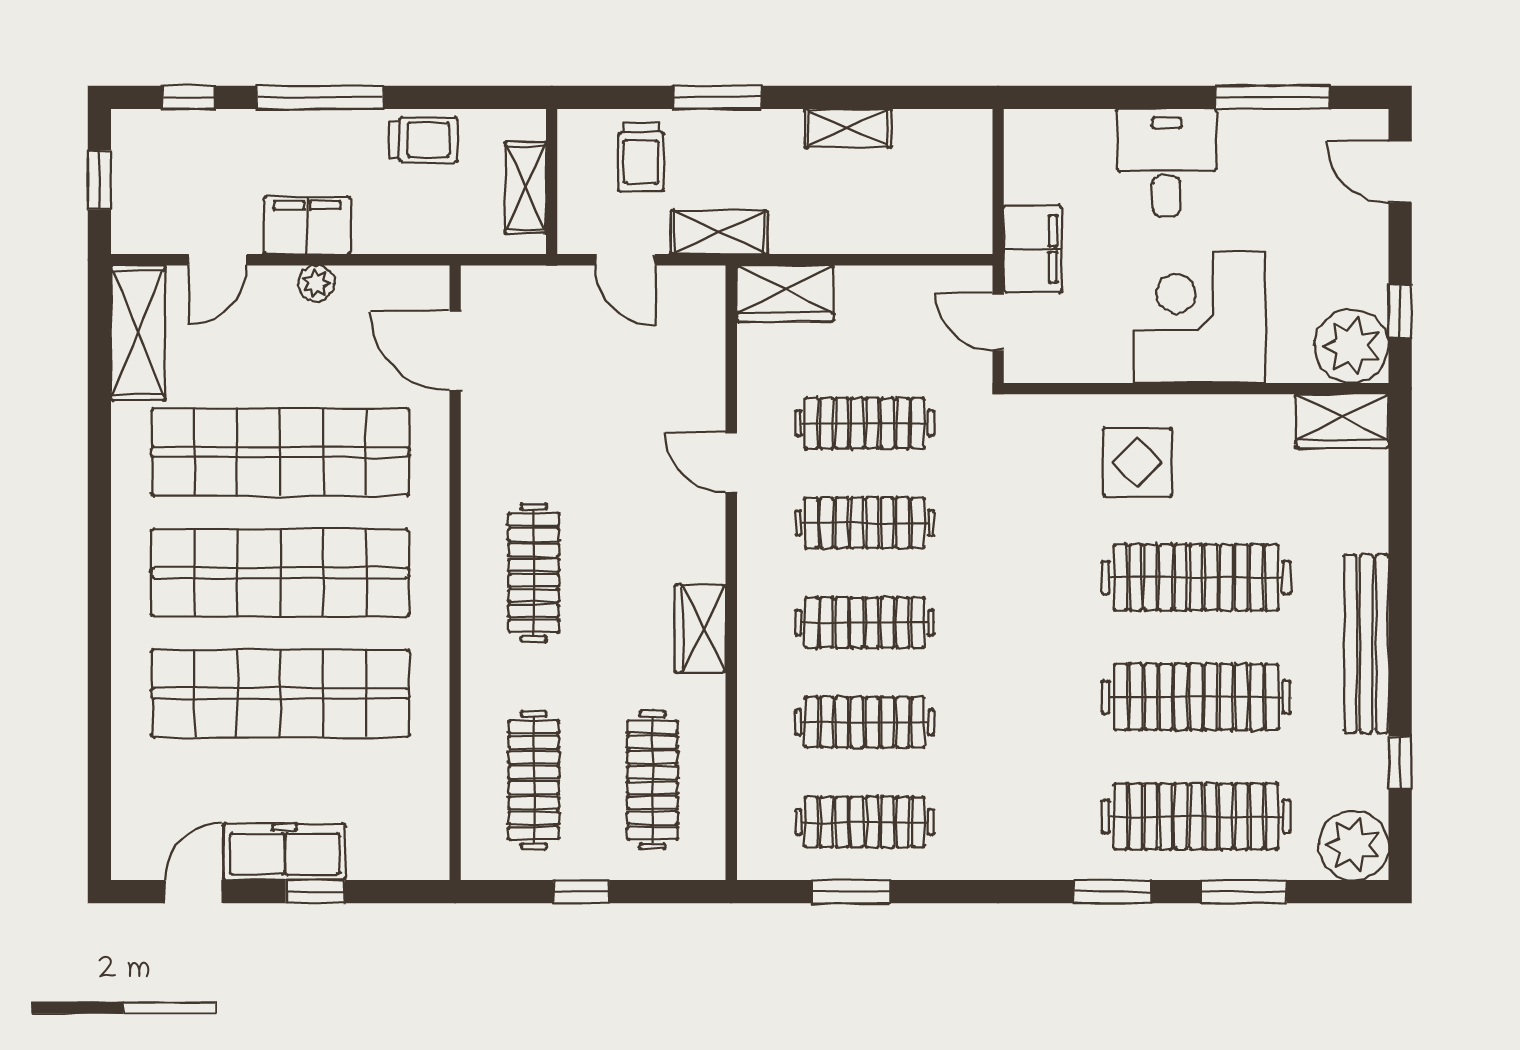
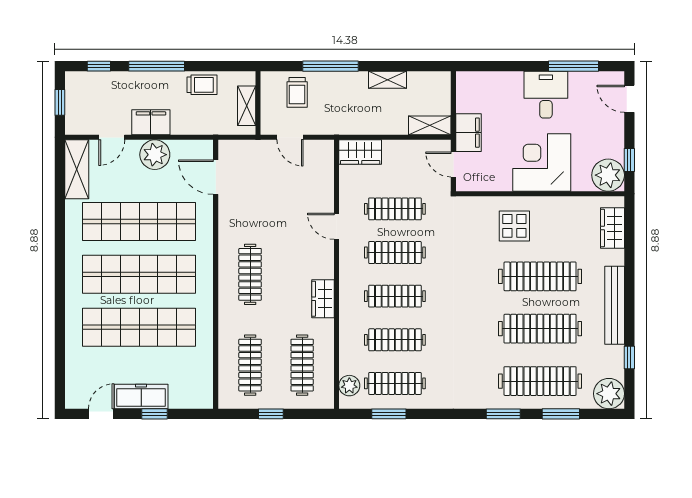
window: (717, 97) -> (330, 66), width x1.44
desk: (1166, 162) -> (546, 95), moved
shelving: (719, 232) -> (430, 125), moved
plant: (316, 283) -> (155, 155), width x1.88, depth x1.88
wardrobe: (1342, 421) -> (612, 228), moved, turned 90
plant: (760, 827) -> (349, 386), added

